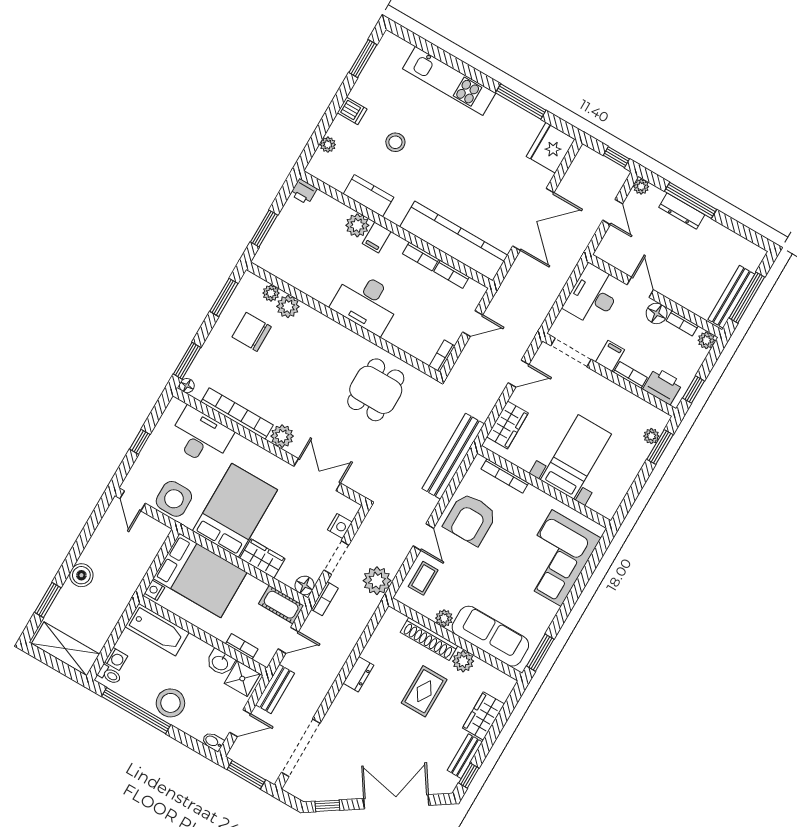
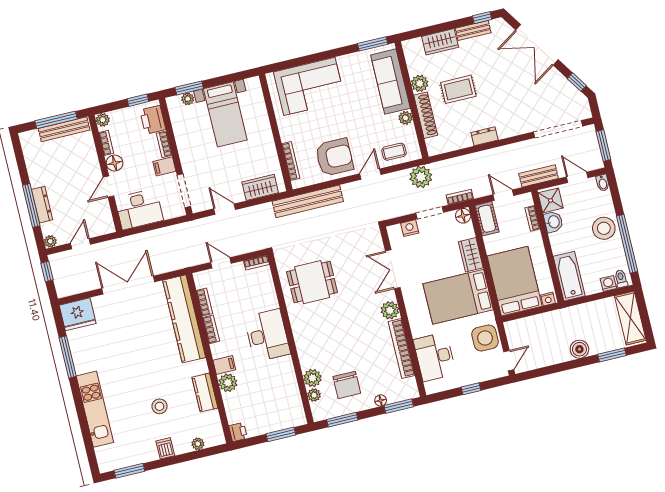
floor lamp: (187, 386) -> (381, 400), moved
bed with nightstands: (576, 457) -> (225, 114), moved, turned -90

